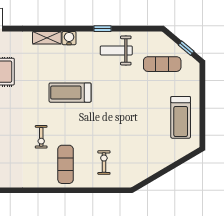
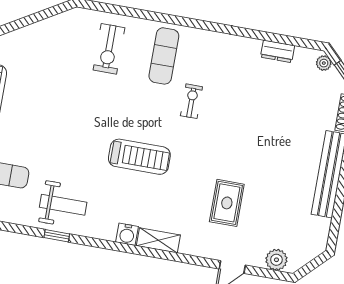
window: (103, 29) -> (57, 236), moved
exercise bike: (104, 163) -> (109, 49), width x1.38, depth x1.39

